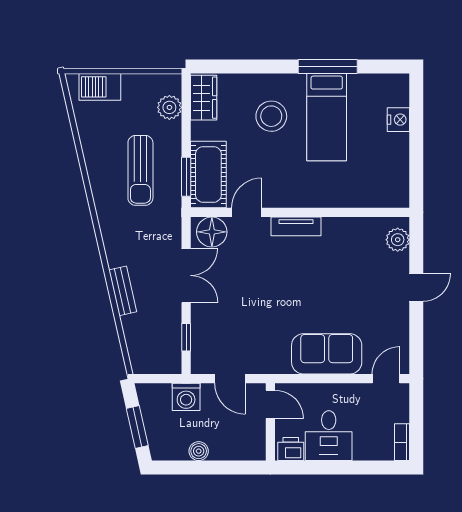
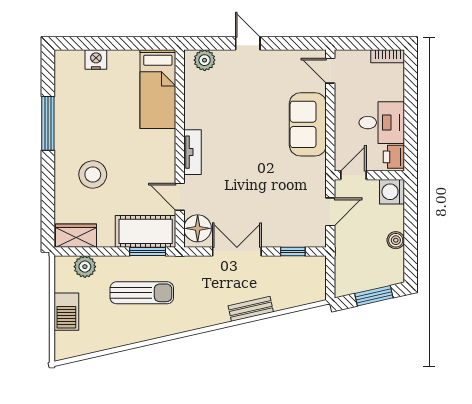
barbecue: (100, 87) -> (66, 312), moved
bed: (327, 117) -> (158, 89), moved, turned 90
washing machine: (186, 397) -> (392, 192), moved, turned 180

